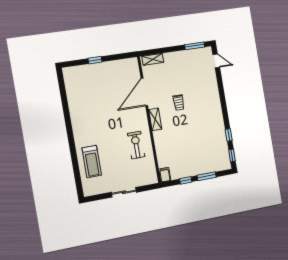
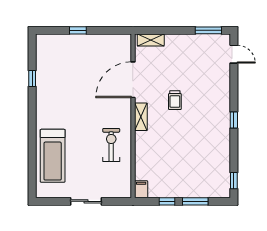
window: (65, 103) -> (32, 78), added
window: (229, 135) -> (234, 120), moved
treadmill: (92, 162) -> (53, 156), width x1.37, depth x1.38

